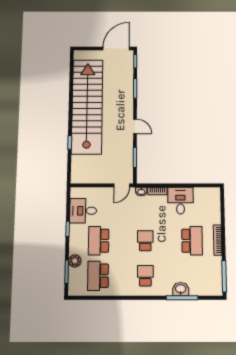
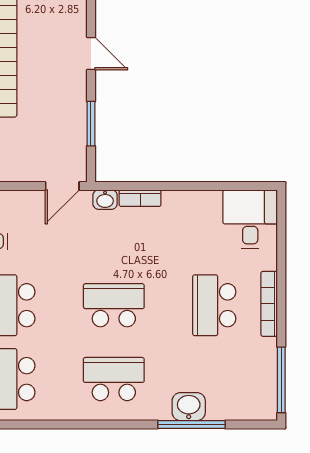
desk: (180, 201) -> (250, 219), moved
school desk: (145, 241) -> (114, 305), width x1.85
school desk: (192, 241) -> (214, 305), turned 180
school desk: (145, 276) -> (114, 379), width x1.85

